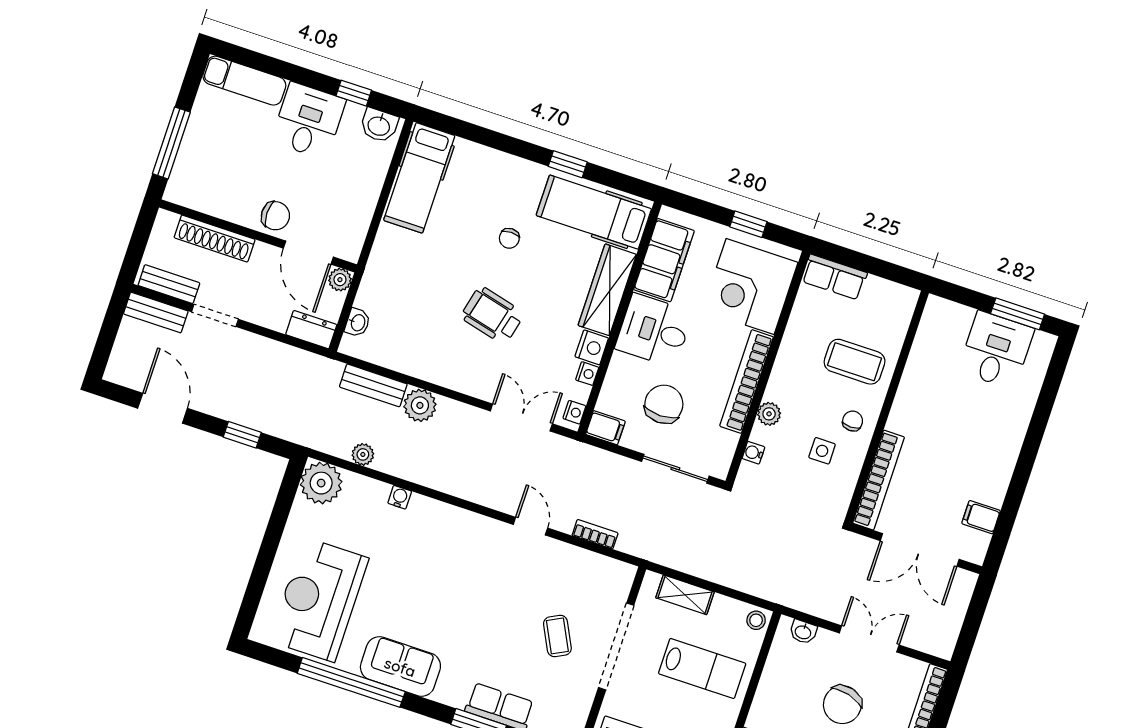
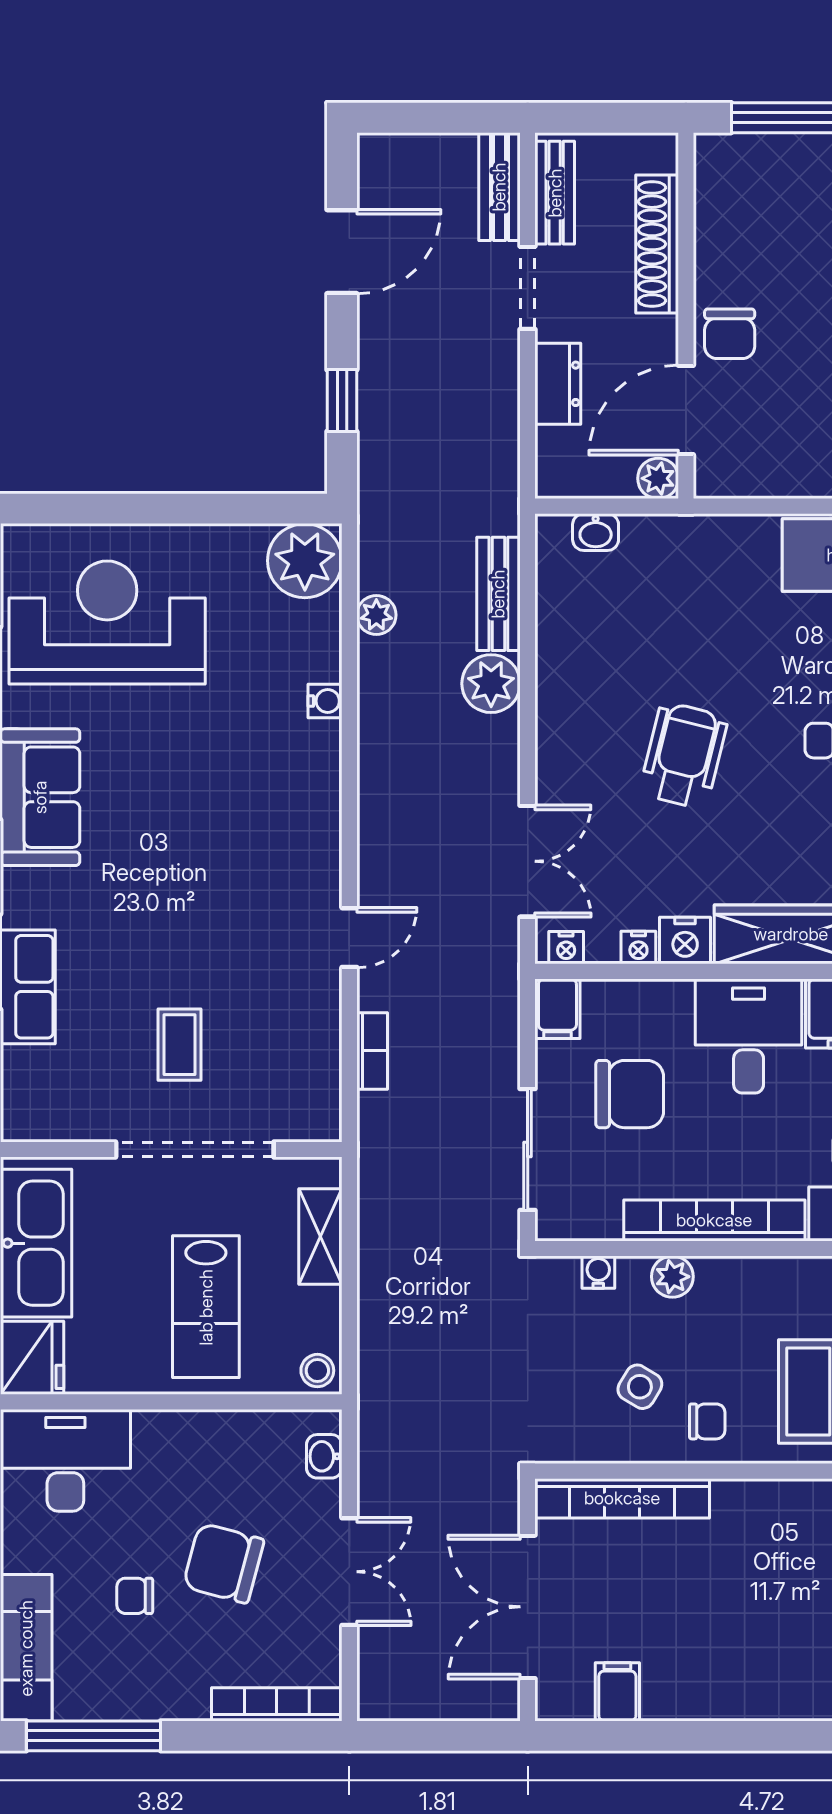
dresser: (311, 330) -> (558, 384), moved
side table: (822, 451) -> (640, 1387), turned 31
coffee table: (557, 636) -> (180, 1045), turned -63

